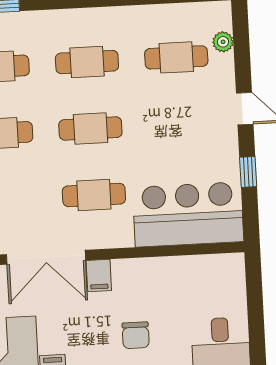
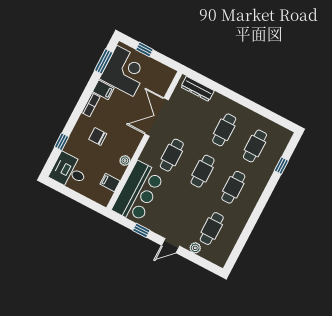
plant: (223, 42) -> (195, 248), moved
plant: (149, 267) -> (125, 161), added
filing cabinet: (99, 276) -> (110, 182), moved

